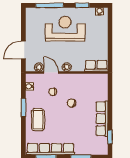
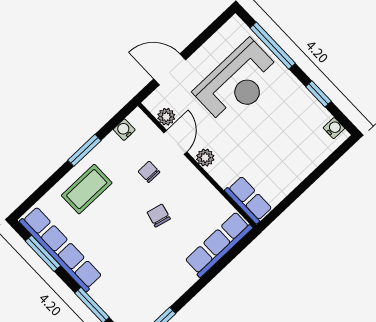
reception desk: (65, 29) -> (238, 83), moved, turned 90
row of seats: (102, 119) -> (219, 244), moved

